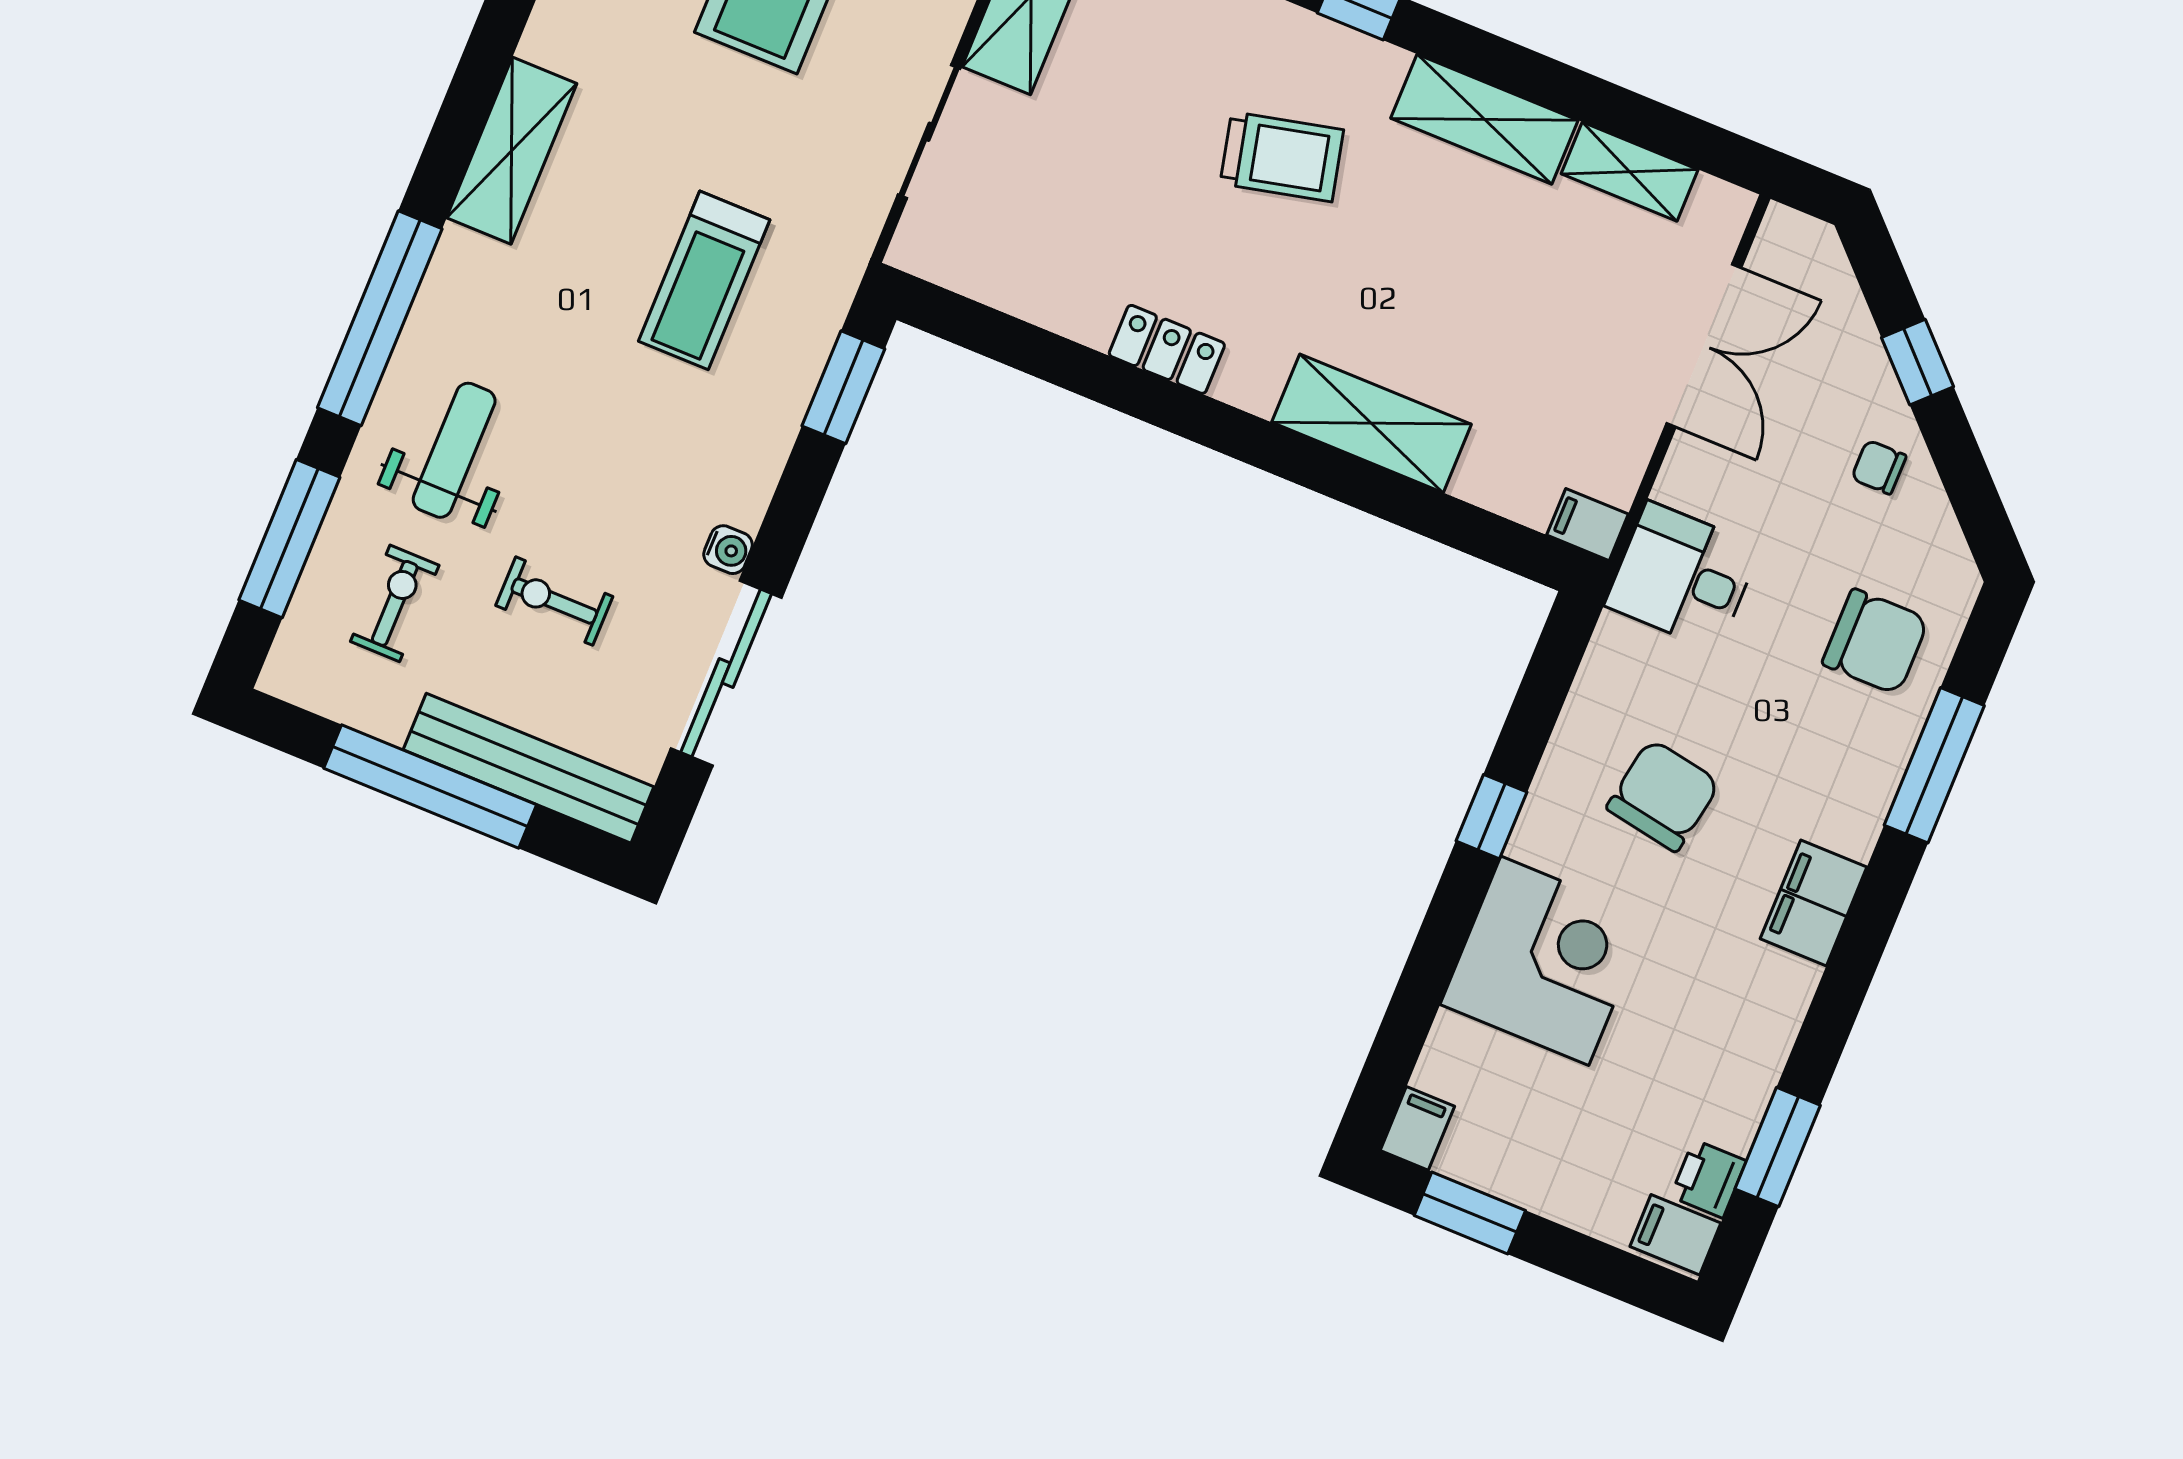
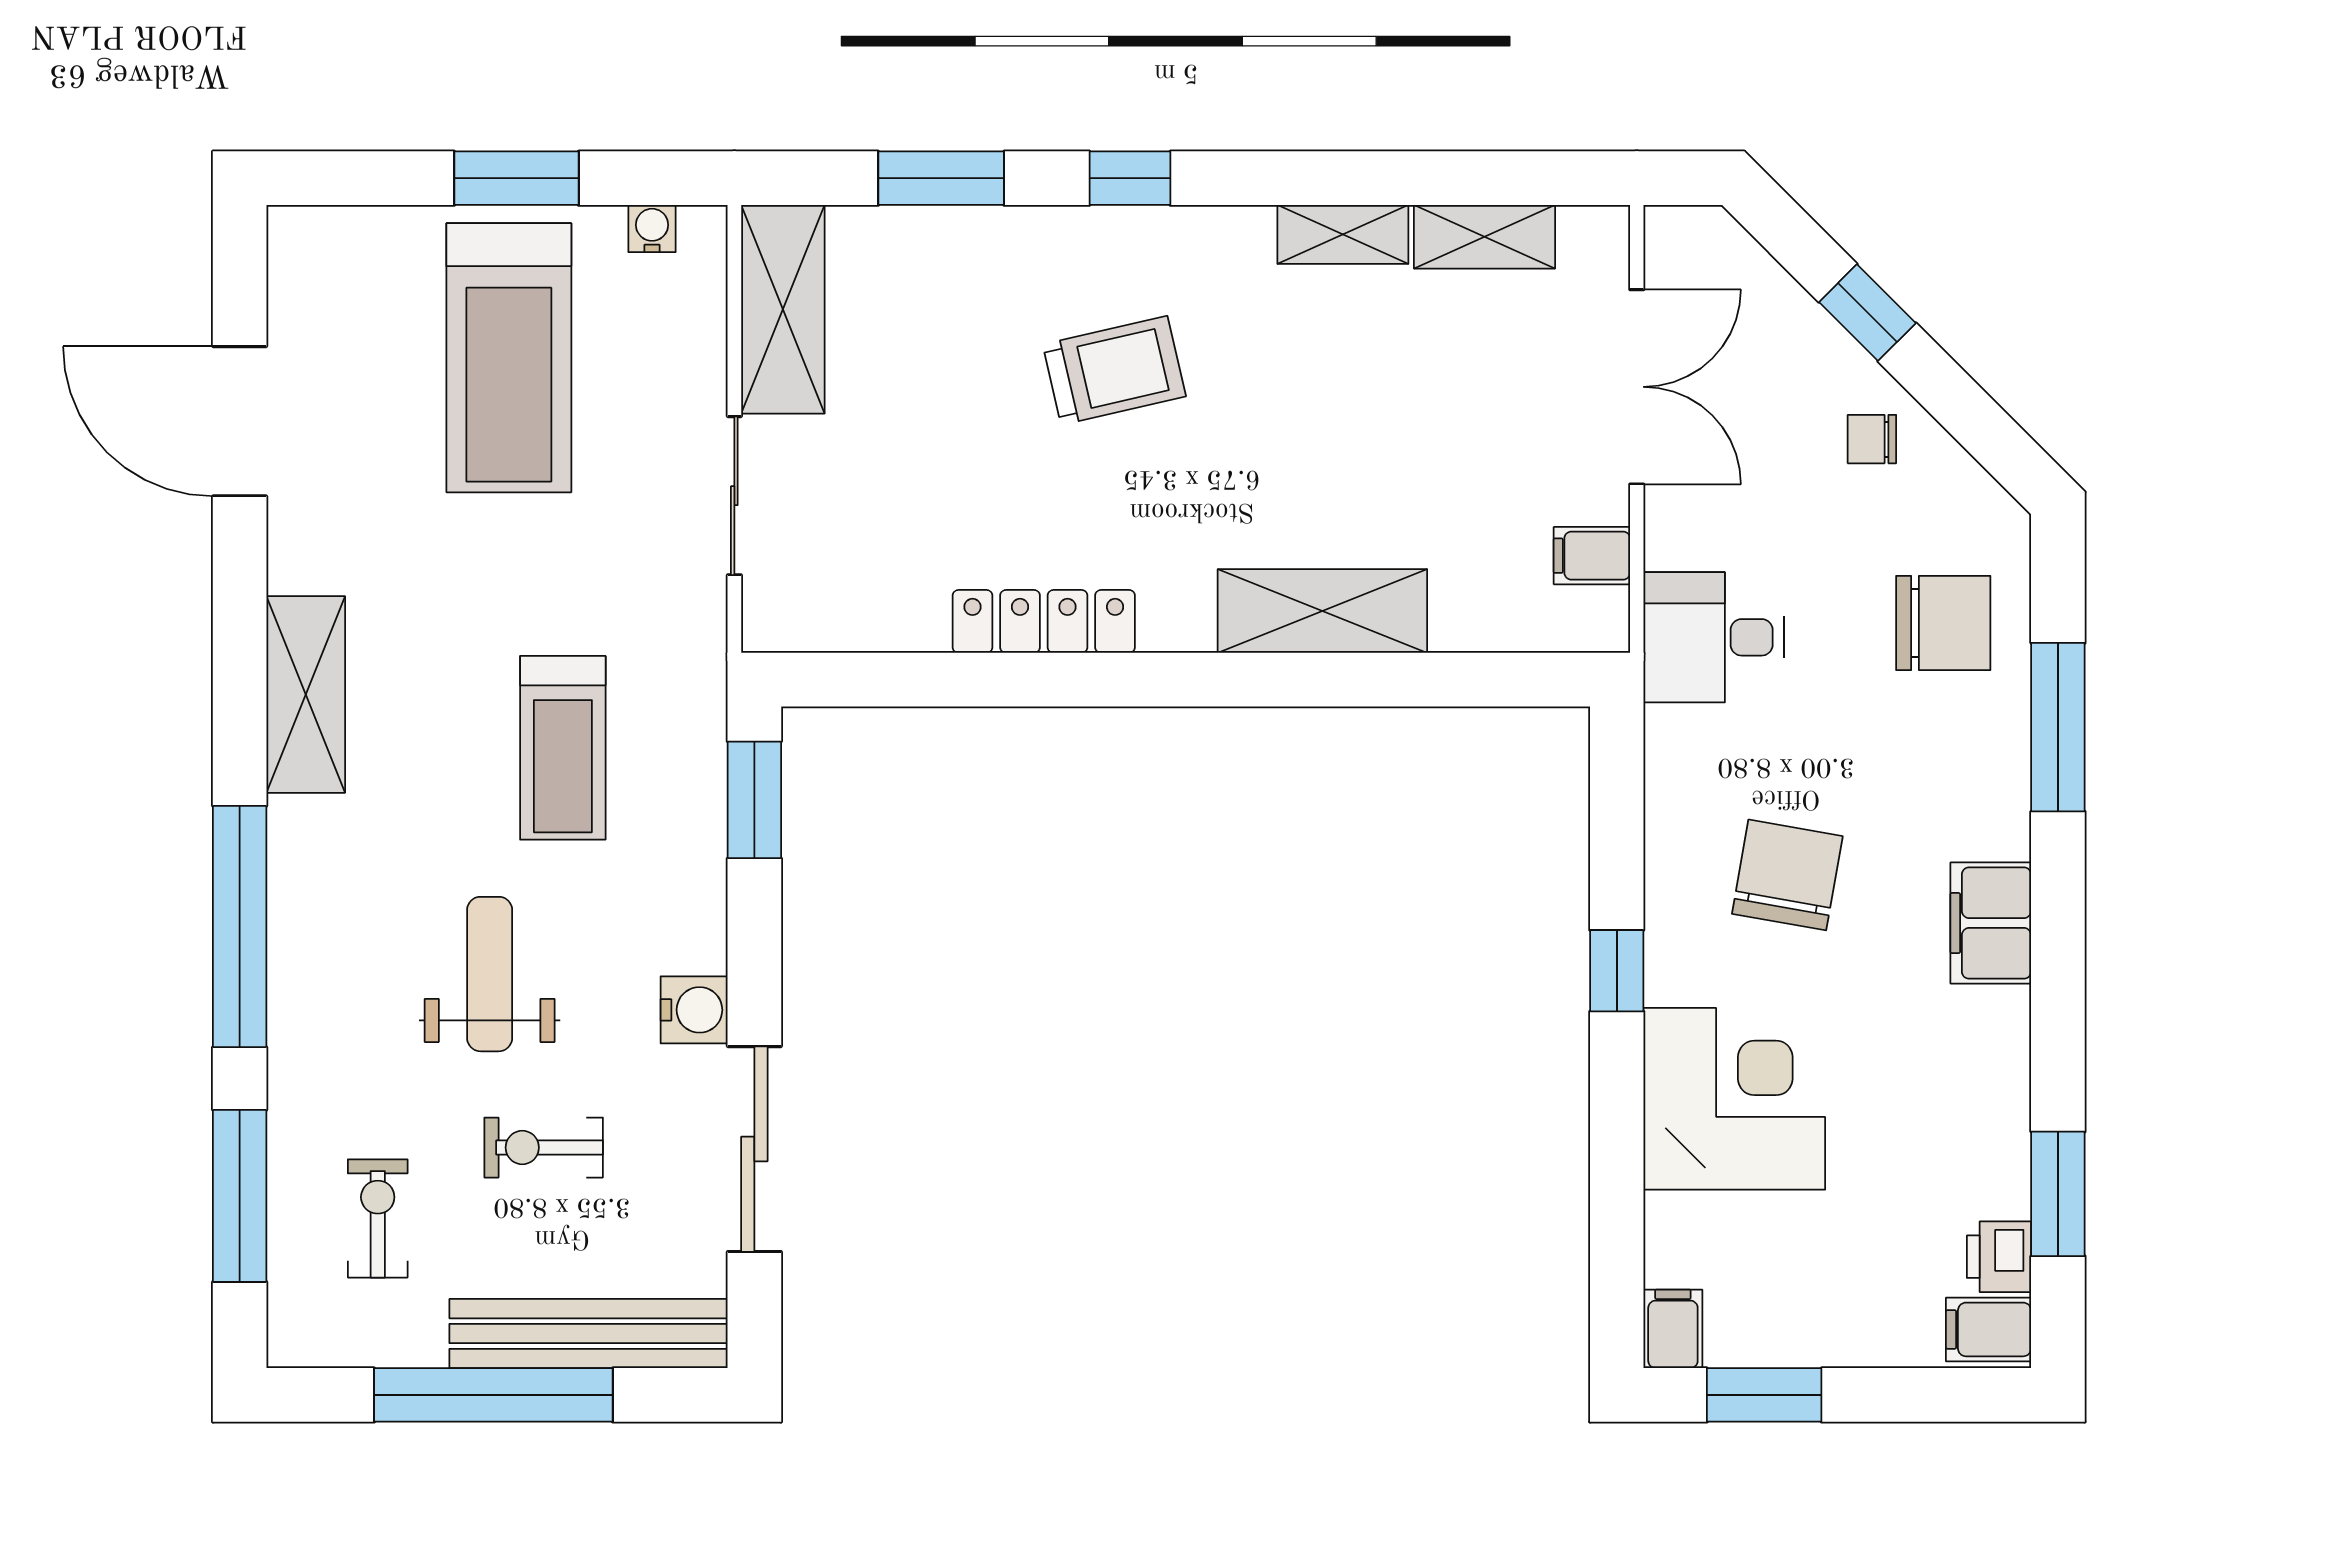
shelving: (1484, 119) -> (1343, 234), width x0.67, depth x0.75
locker: (1167, 349) -> (1044, 621), width x1.53
weight bench: (454, 450) -> (490, 974), moved
filing cabinet: (1587, 525) -> (1592, 556), moved
water cooler: (728, 550) -> (694, 1010), width x1.38, depth x1.38

